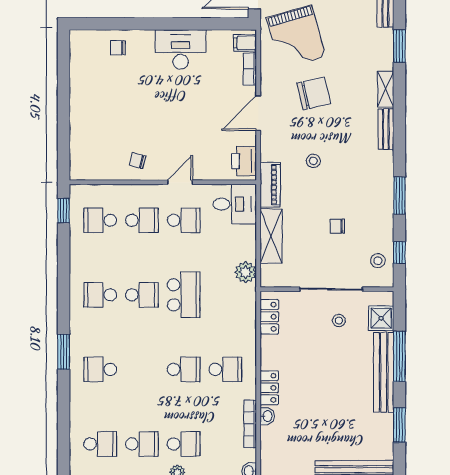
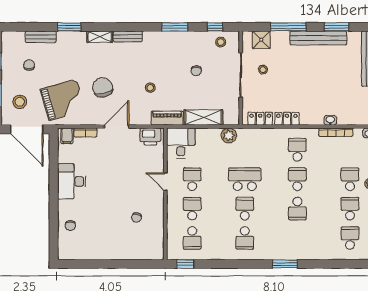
door: (258, 113) -> (117, 127), swing flipped
chair: (137, 161) -> (137, 217), moved
school desk: (100, 369) -> (297, 209), moved
bench: (384, 372) -> (318, 38), moved
locker: (269, 388) -> (287, 119), moved

